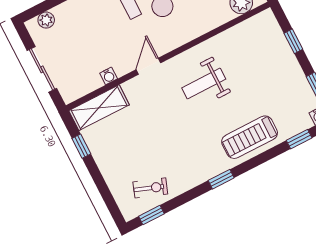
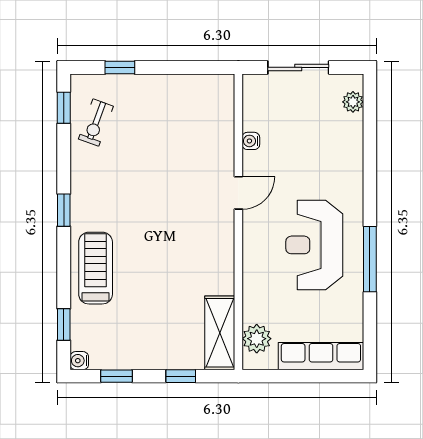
door: (148, 66) -> (238, 193), hinge flipped
weight bench: (204, 83) -> (185, 247), removed
shelving: (99, 108) -> (220, 333), moved
window: (81, 146) -> (120, 67), moved

